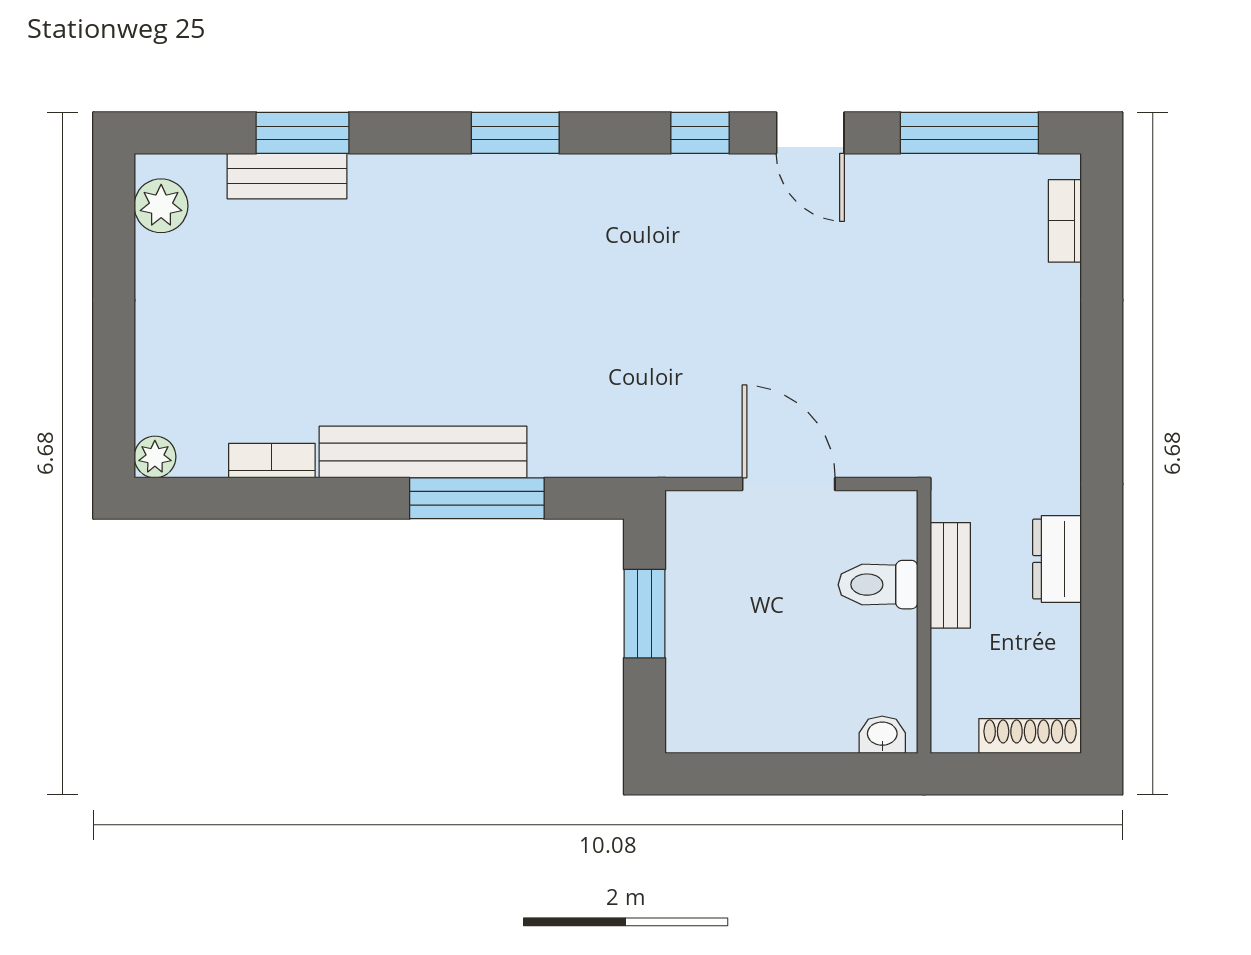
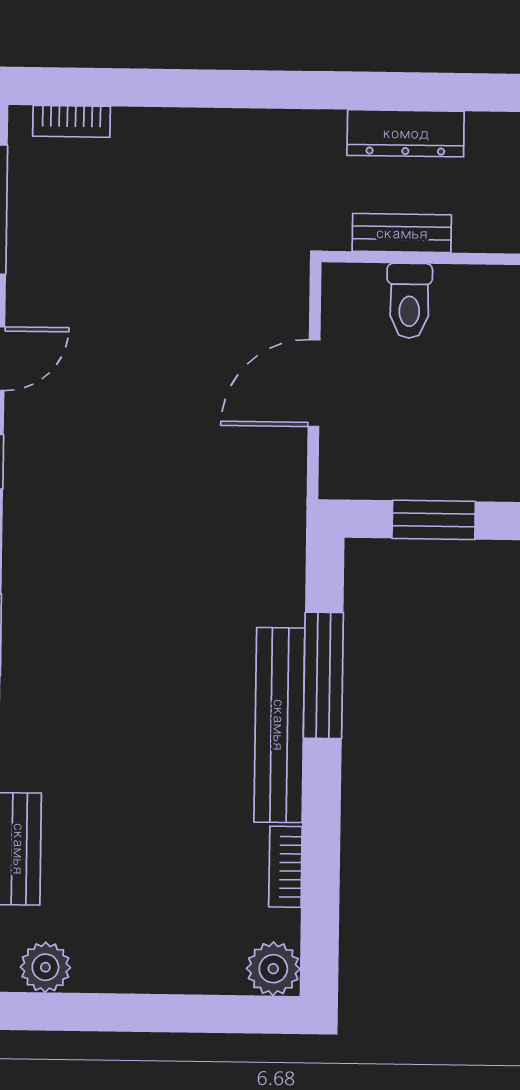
plant: (155, 457) -> (273, 969), width x1.38, depth x1.38
dresser: (1057, 559) -> (406, 133), width x1.44

